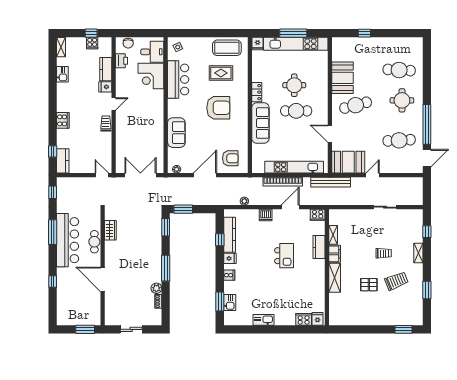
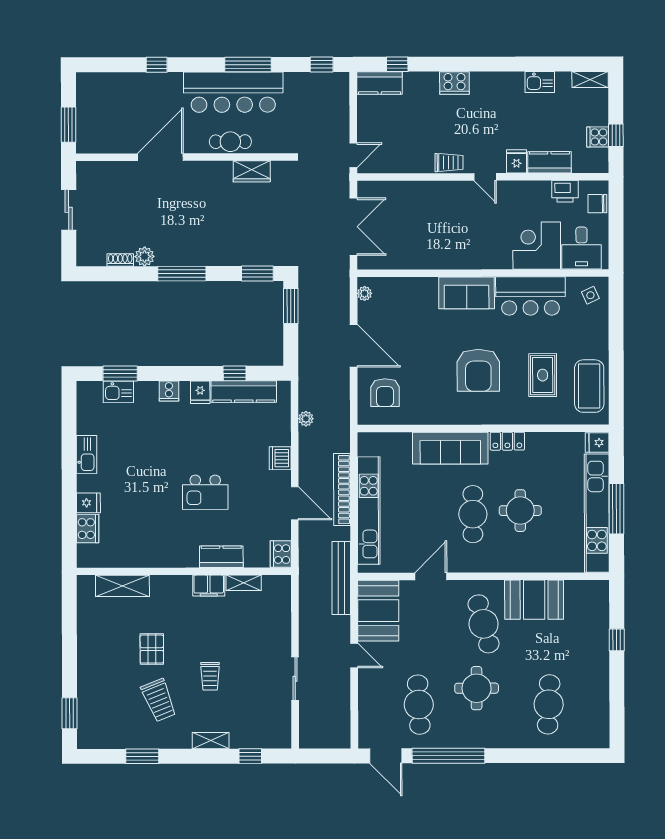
round table: (402, 100) -> (477, 688), moved
sofa: (176, 133) -> (467, 293), moved
shelving: (335, 278) -> (122, 586), moved
fridge: (318, 319) -> (88, 503), moved

